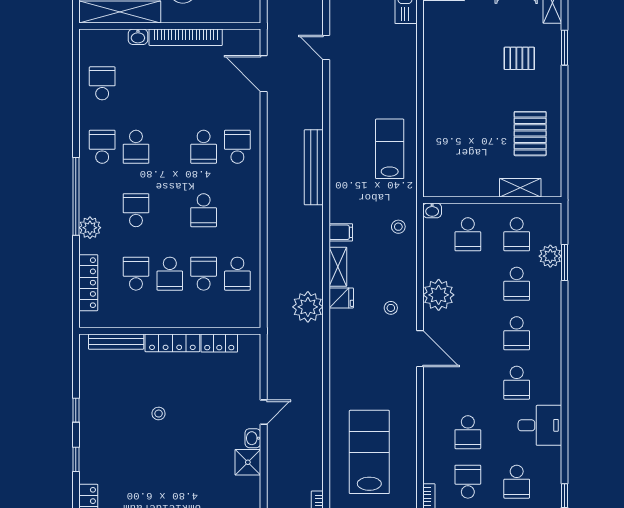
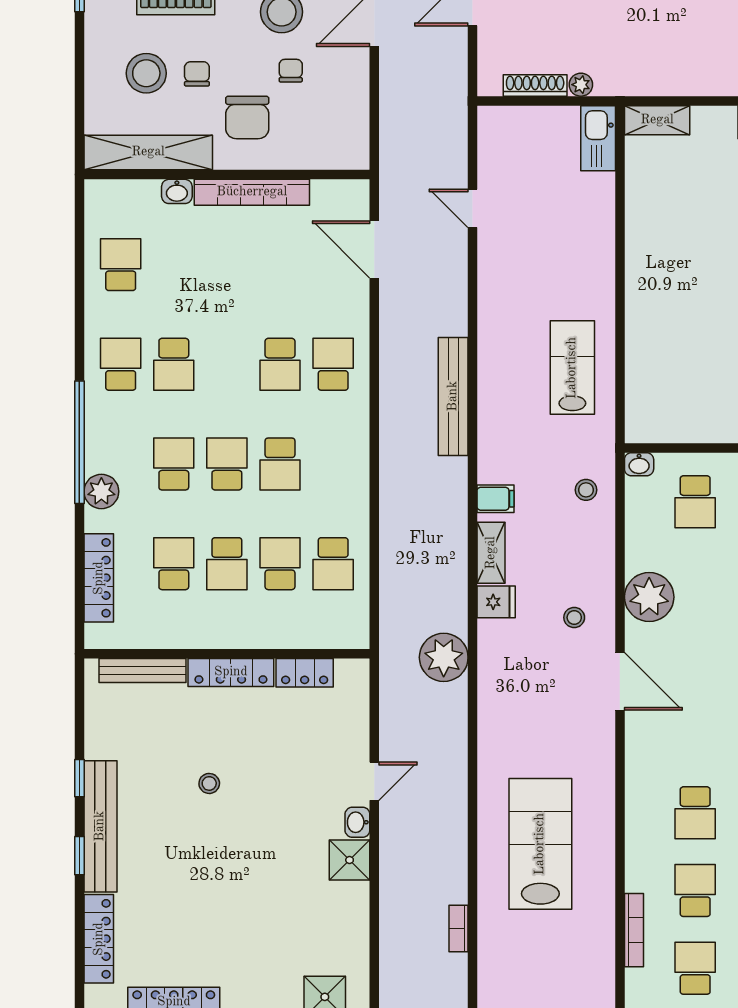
school desk: (170, 210) -> (227, 464), added
plant: (308, 307) -> (444, 657), moved
bench: (89, 441) -> (100, 826), added

